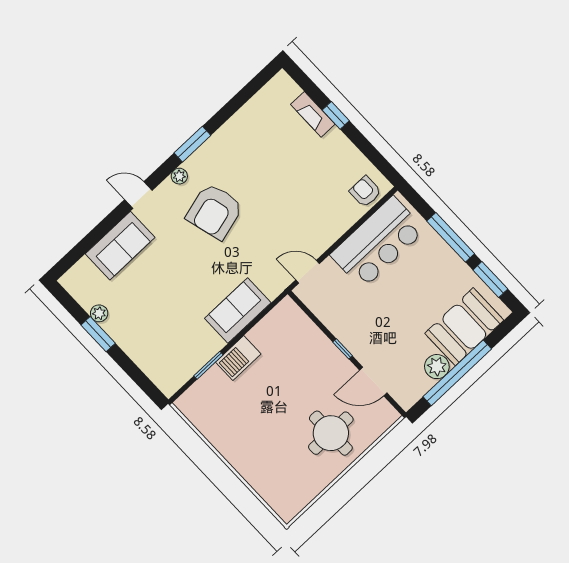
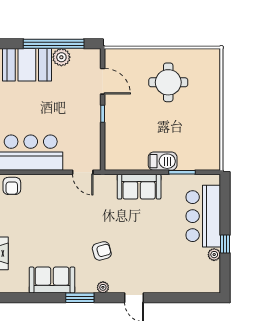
armchair: (215, 211) -> (102, 251), width x0.53, depth x0.53
sofa: (120, 246) -> (52, 280), moved
window: (98, 334) -> (225, 244), width x0.67
bar counter: (146, 341) -> (203, 216), added
round table: (331, 433) -> (168, 82), moved

